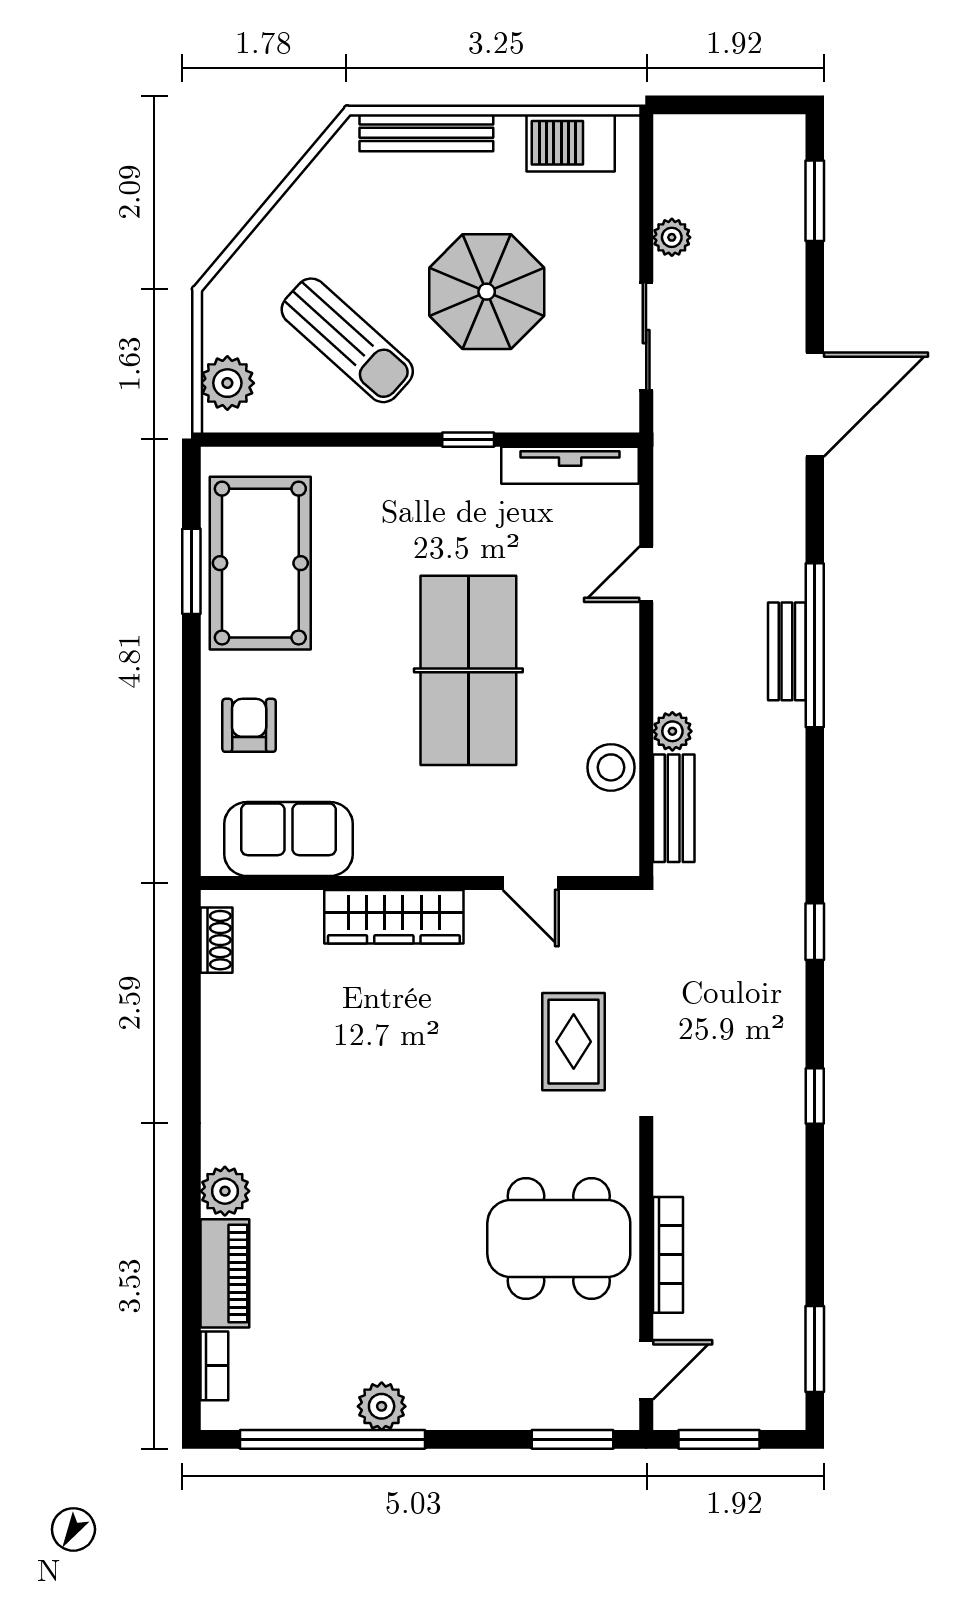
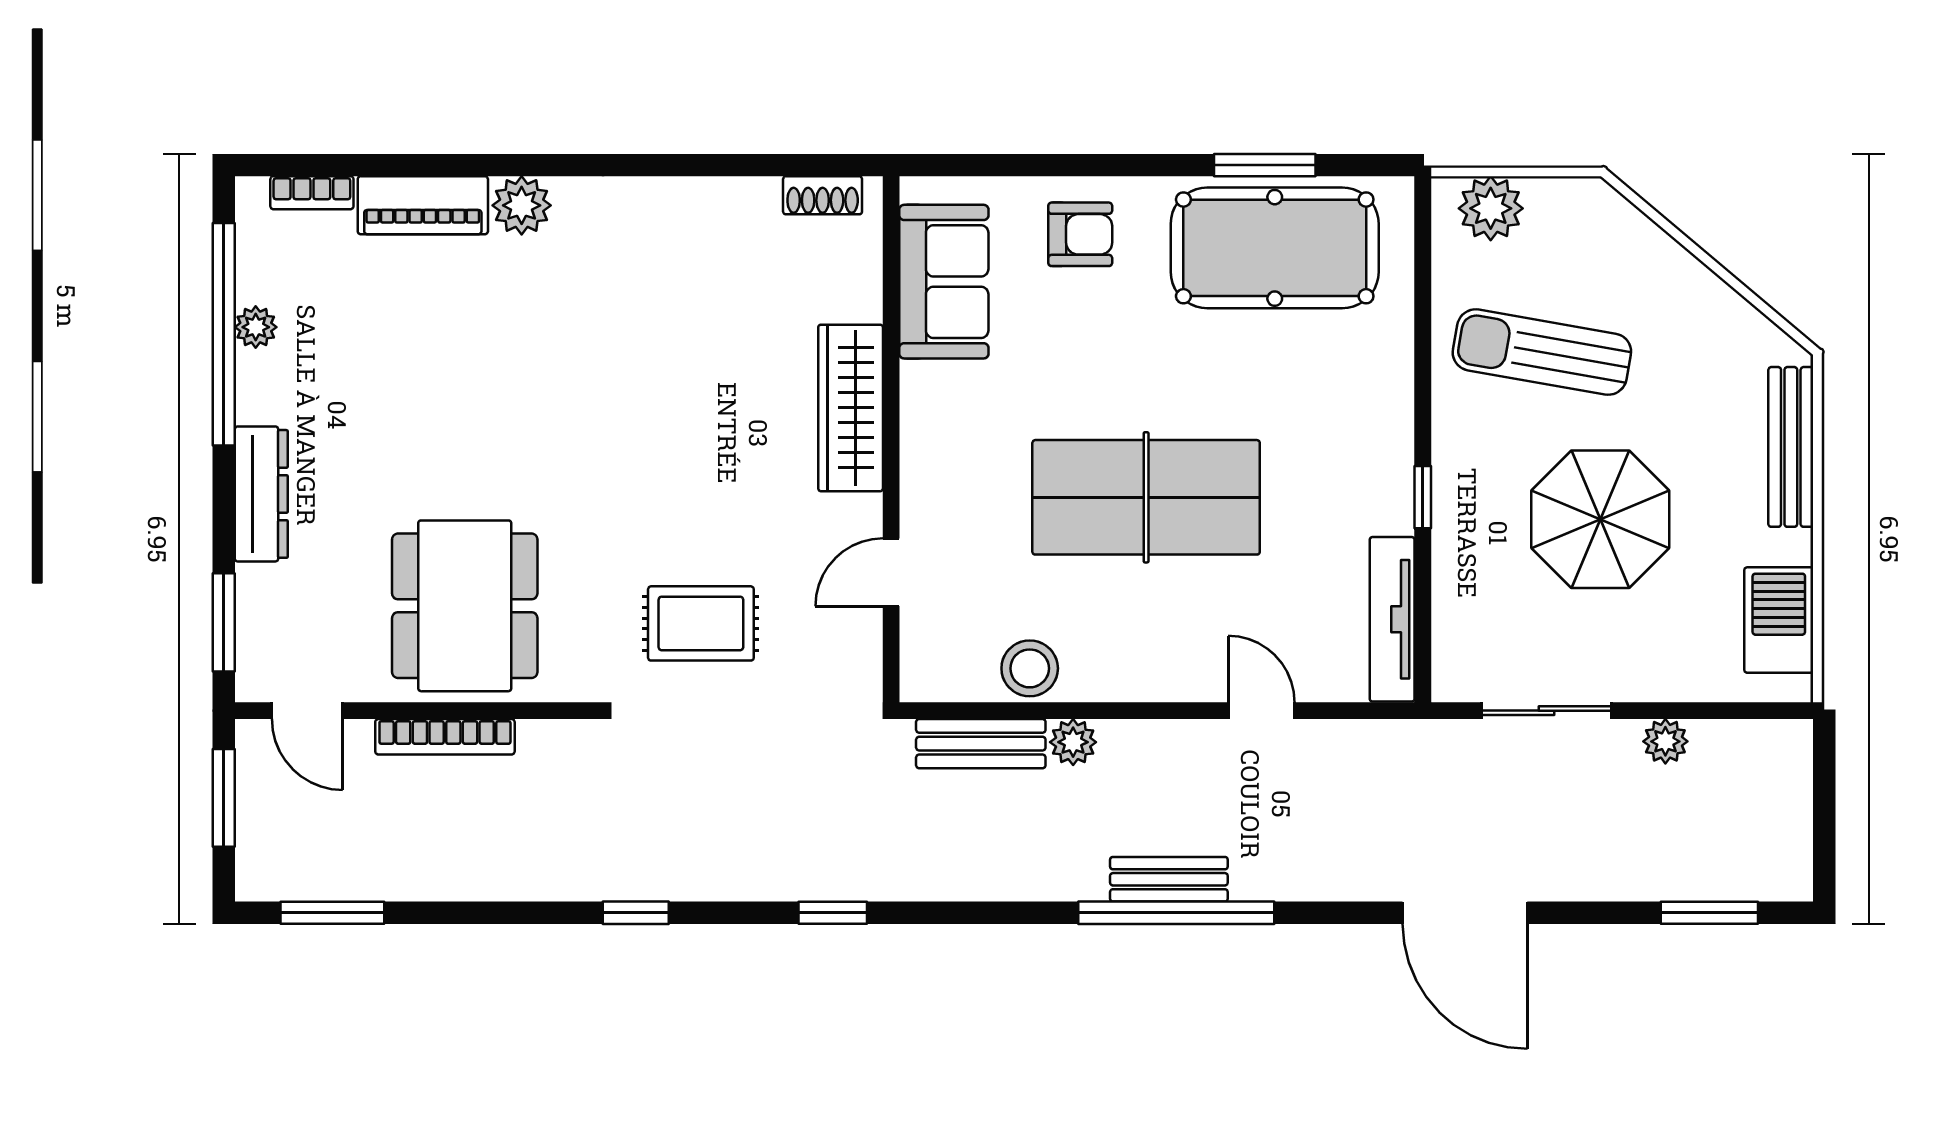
sun lounger: (347, 340) -> (1542, 352), turned 58
plant: (382, 1406) -> (256, 327), moved, width x0.73, depth x0.73
dresser: (466, 1408) -> (261, 494), added

